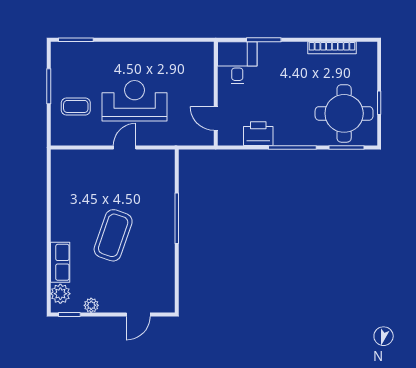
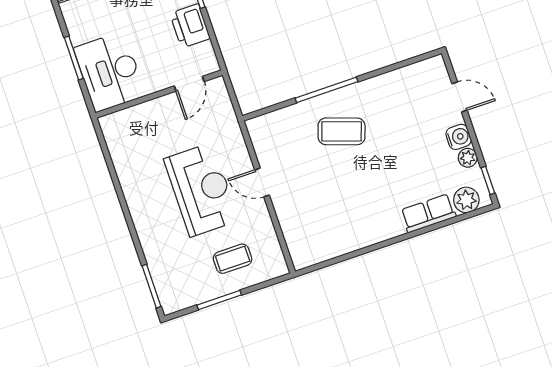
desk: (237, 63) -> (110, 72), width x1.37
reception desk: (135, 101) -> (201, 190), turned 180
coffee table: (76, 106) -> (233, 259), turned 90
coffee table: (113, 235) -> (342, 131), moved, width x0.73, depth x0.76
water cooler: (109, 304) -> (459, 137), added

